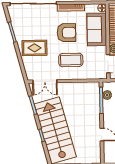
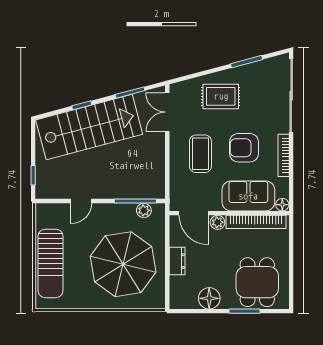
armchair: (66, 33) -> (244, 148), turned 90
rug: (34, 48) -> (221, 96), turned 90

